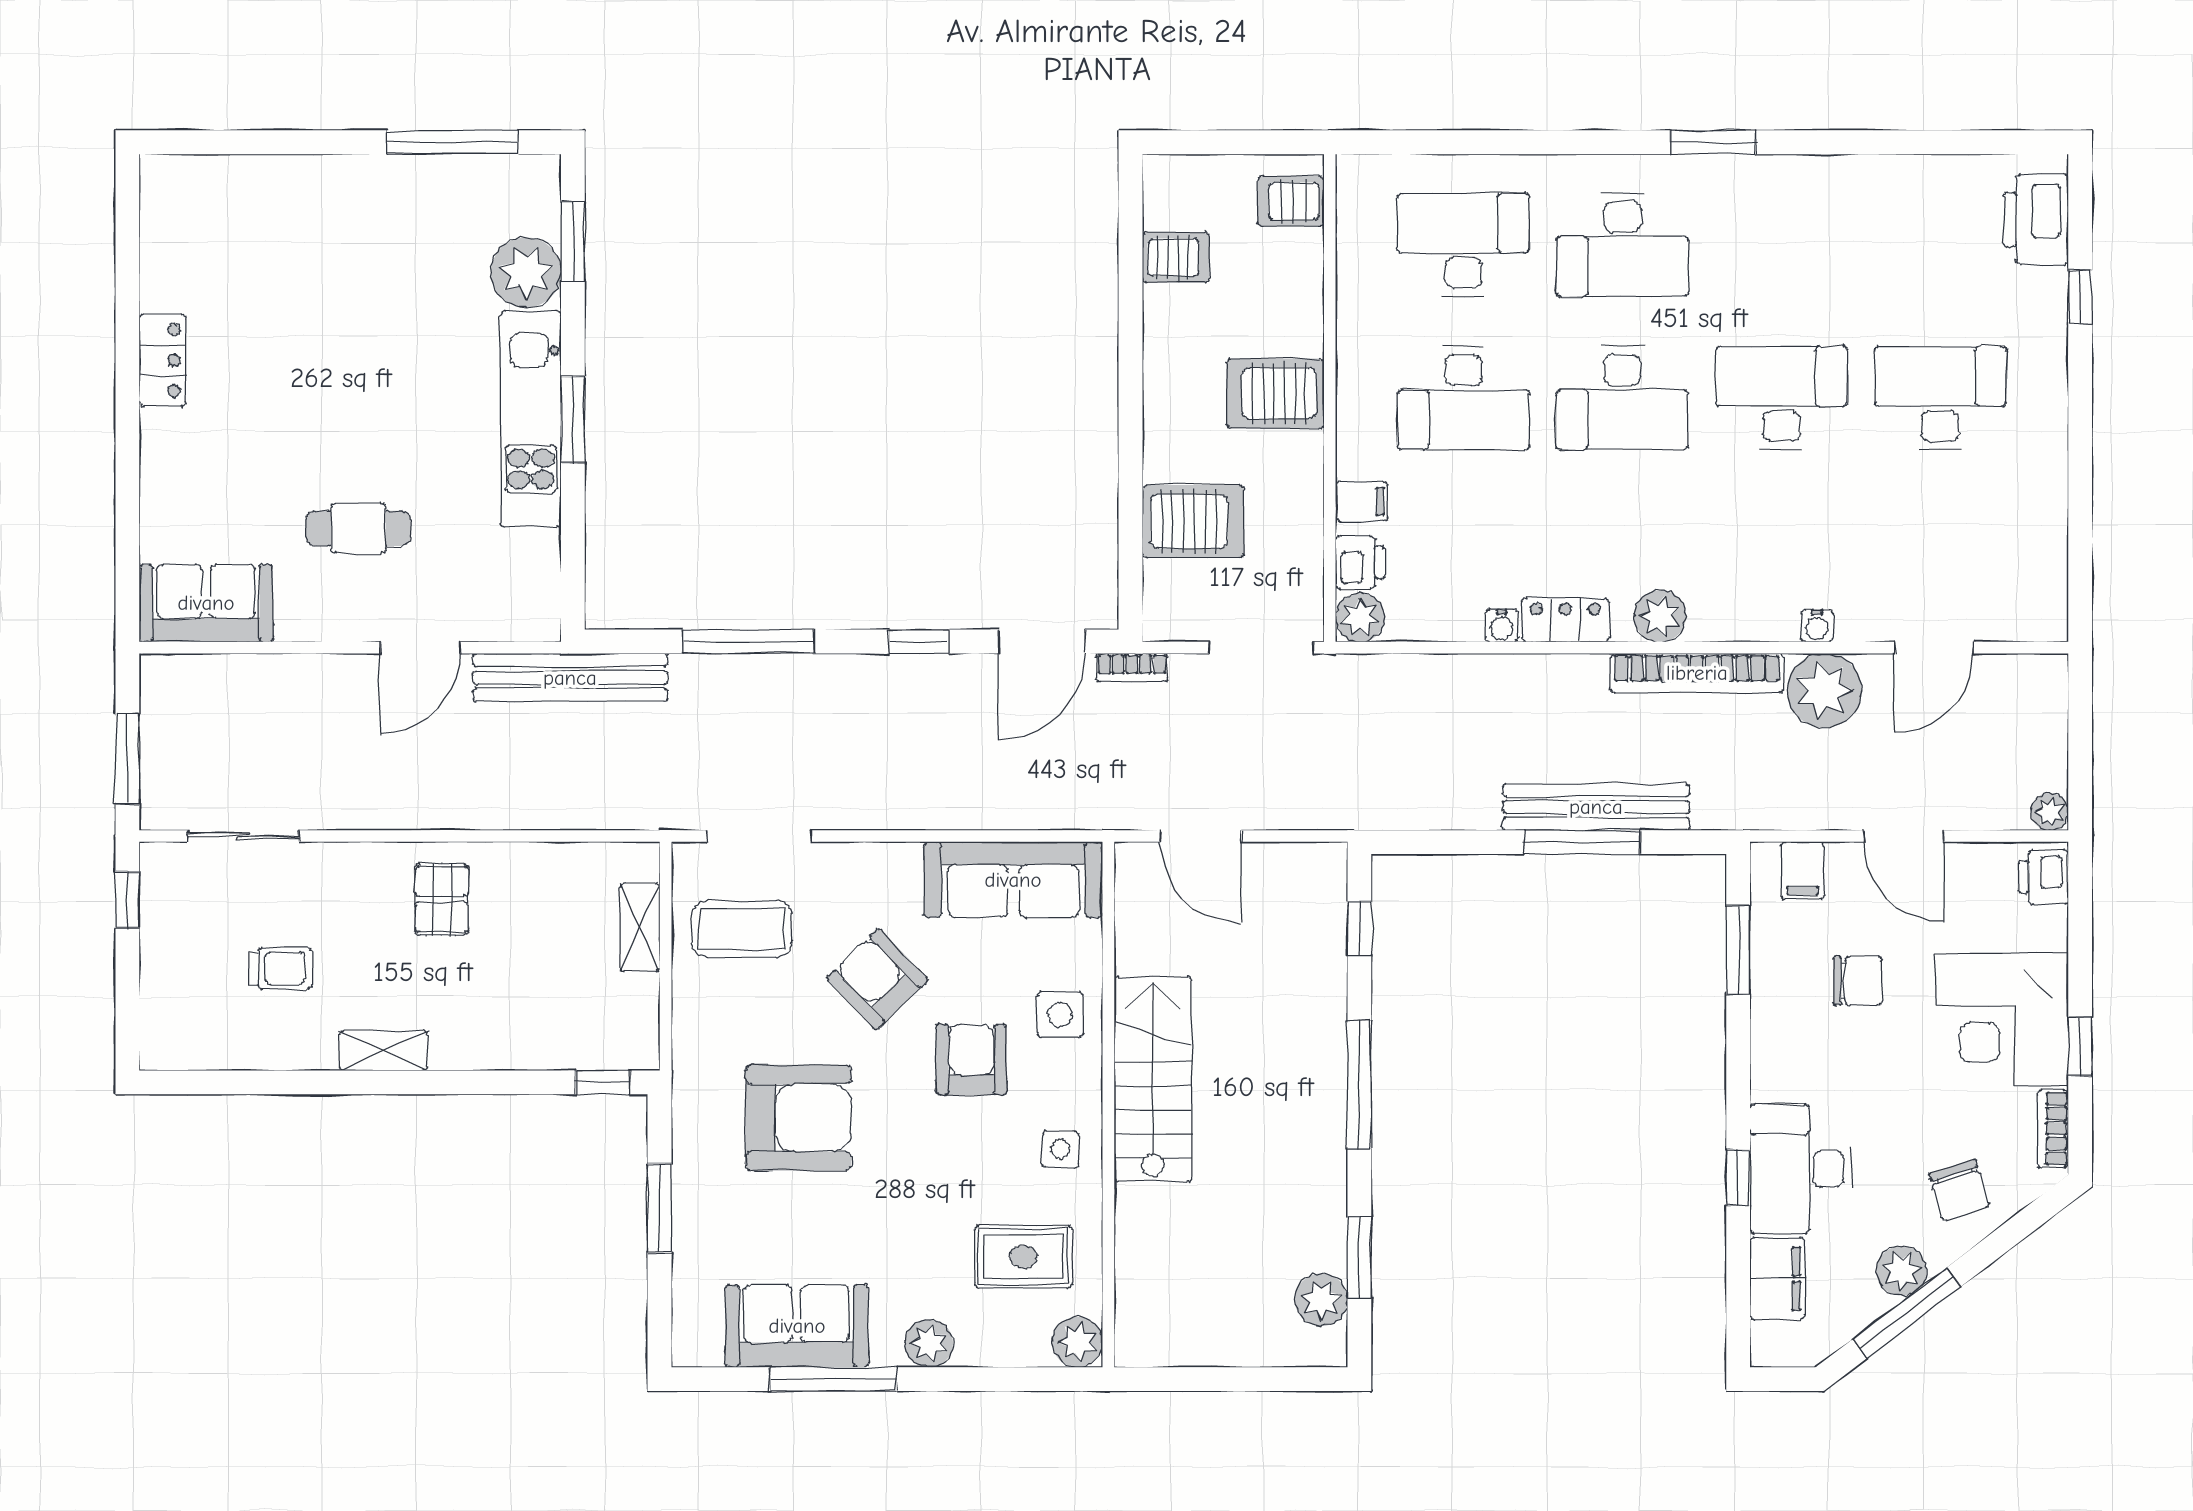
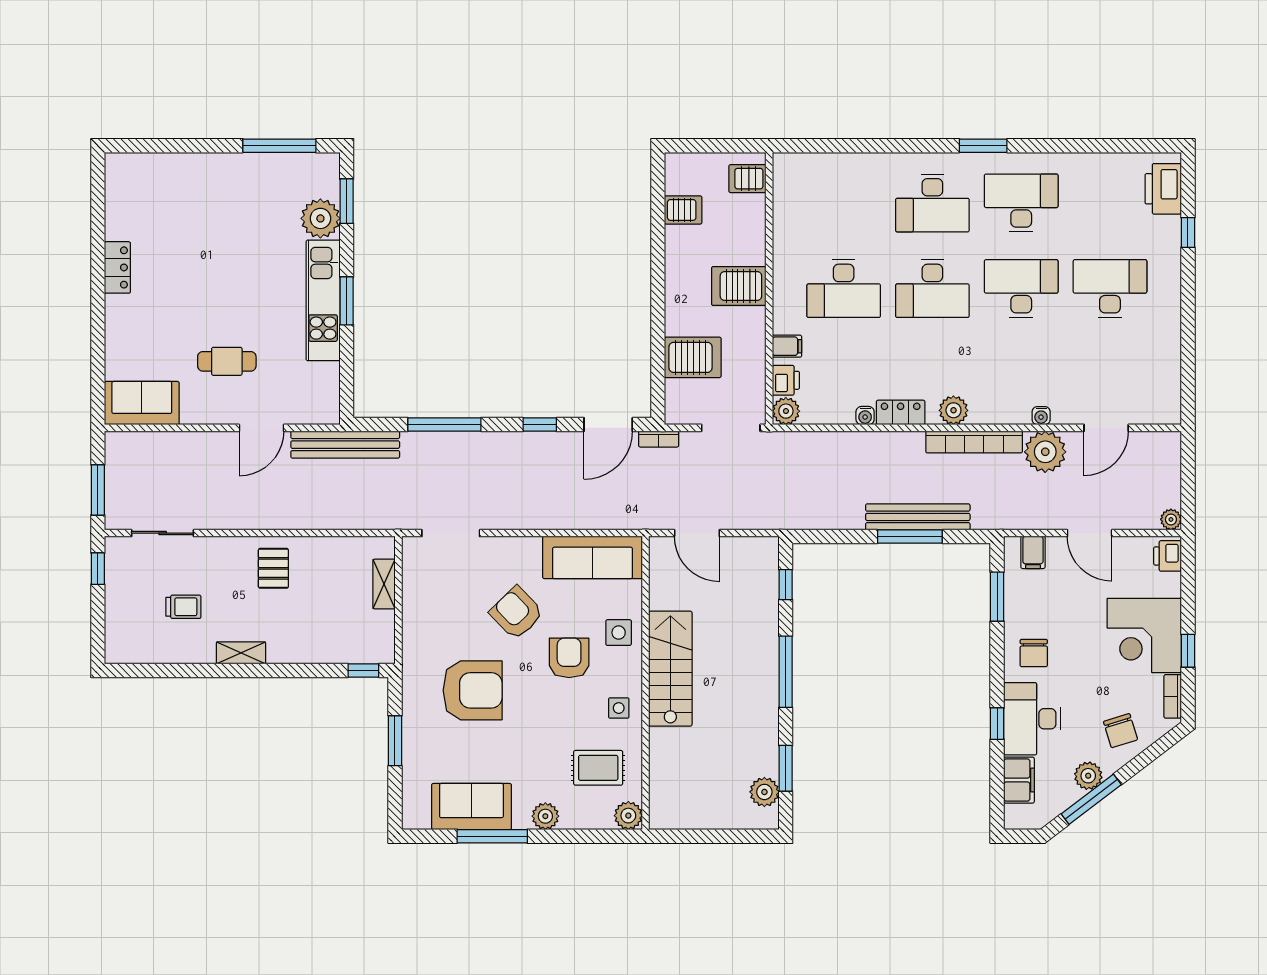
desk: (1463, 245) -> (1021, 203), moved
coffee table: (742, 929) -> (441, 585), removed
chair: (1858, 981) -> (1034, 653), moved, turned 90

